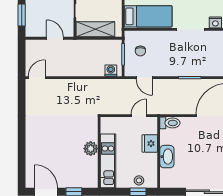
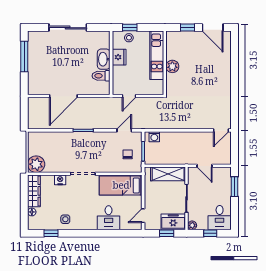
door: (144, 78) -> (124, 130), hinge flipped
toilet: (170, 123) -> (101, 76), moved
fridge: (150, 143) -> (119, 57), moved

